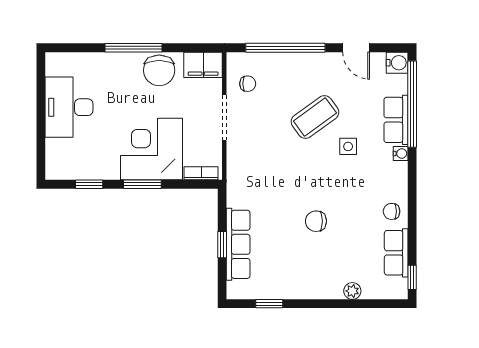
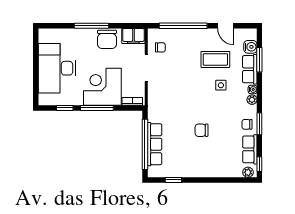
water cooler: (397, 63) -> (250, 47), moved
window: (412, 104) -> (259, 60), width x0.47
desk: (69, 107) -> (57, 68), width x1.36, depth x1.30
coffee table: (315, 117) -> (215, 59), moved, turned 36
plant: (400, 170) -> (252, 100), added
window: (142, 184) -> (97, 108), width x1.44
window: (412, 210) -> (259, 124), added
window: (222, 245) -> (145, 144), width x3.17
plant: (352, 291) -> (248, 172), moved

